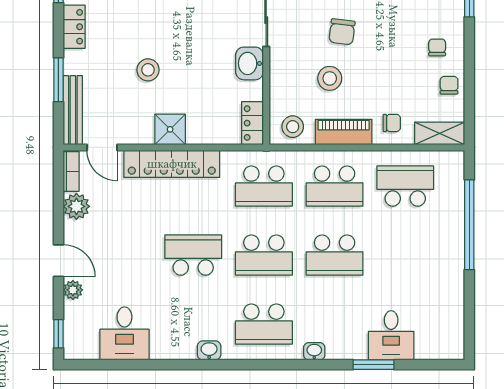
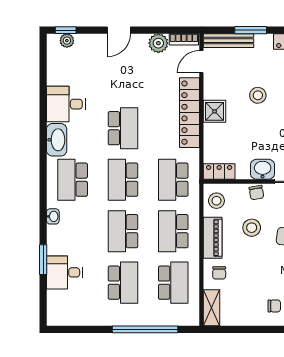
chair: (449, 85) -> (256, 193), moved, turned 80
school desk: (405, 255) -> (123, 283), added
plant: (73, 290) -> (67, 41), moved
desk: (124, 333) -> (66, 104), moved
washbasin: (209, 350) -> (57, 140), width x1.91, depth x1.45

